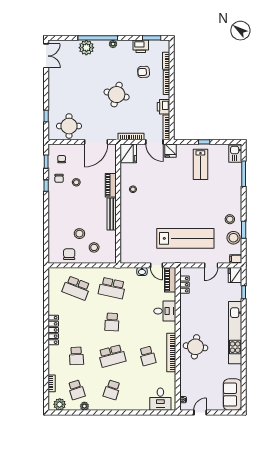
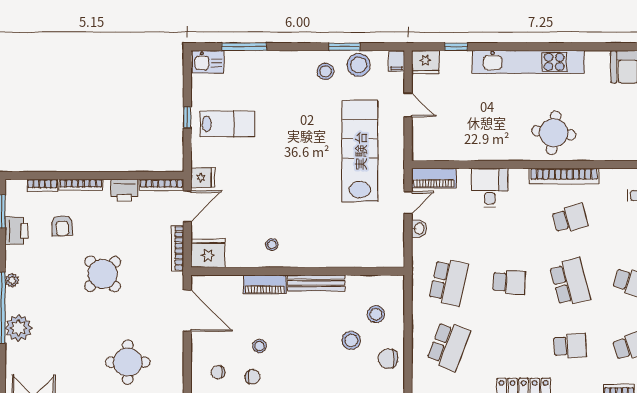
round table: (117, 95) -> (103, 274), turned 31
round table: (69, 126) -> (128, 362), moved
locker: (185, 285) -> (443, 152), removed

